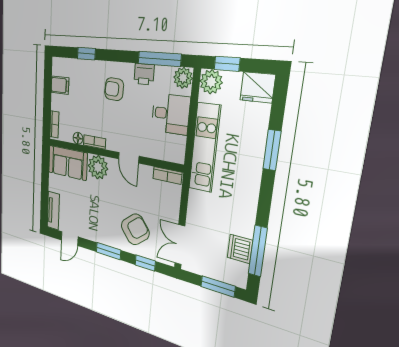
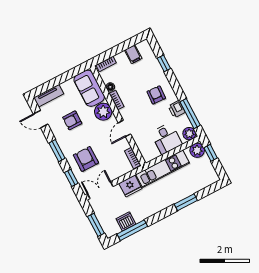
fridge: (258, 87) -> (130, 186), moved, turned -90
armchair: (88, 208) -> (72, 120), added
armchair: (135, 229) -> (86, 159), turned -141

